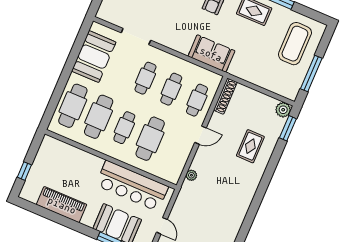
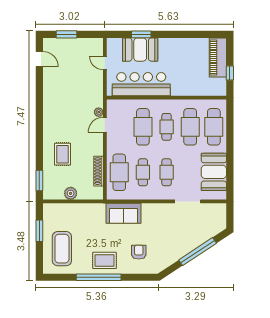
window: (311, 73) -> (39, 231), width x0.69
shoe rack: (225, 96) -> (99, 171), moved
cafe table: (197, 100) -> (119, 172), width x1.37, depth x1.35
plant: (283, 110) -> (71, 193), moved
door: (200, 135) -> (105, 125), moved
window: (24, 171) -> (230, 73), moved
piano: (62, 205) -> (218, 57), moved, turned 90

